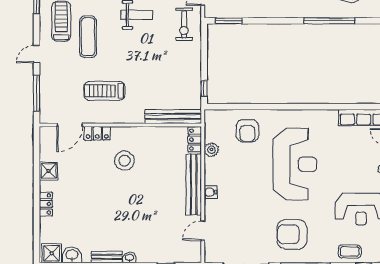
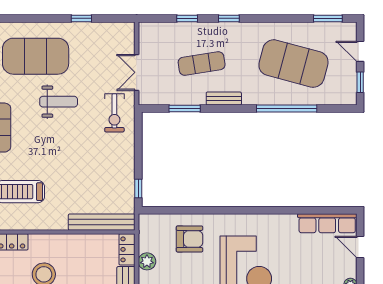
bench: (276, 12) -> (224, 99), added
window: (229, 21) -> (185, 109), moved
armchair: (247, 131) -> (189, 239), turned -90

